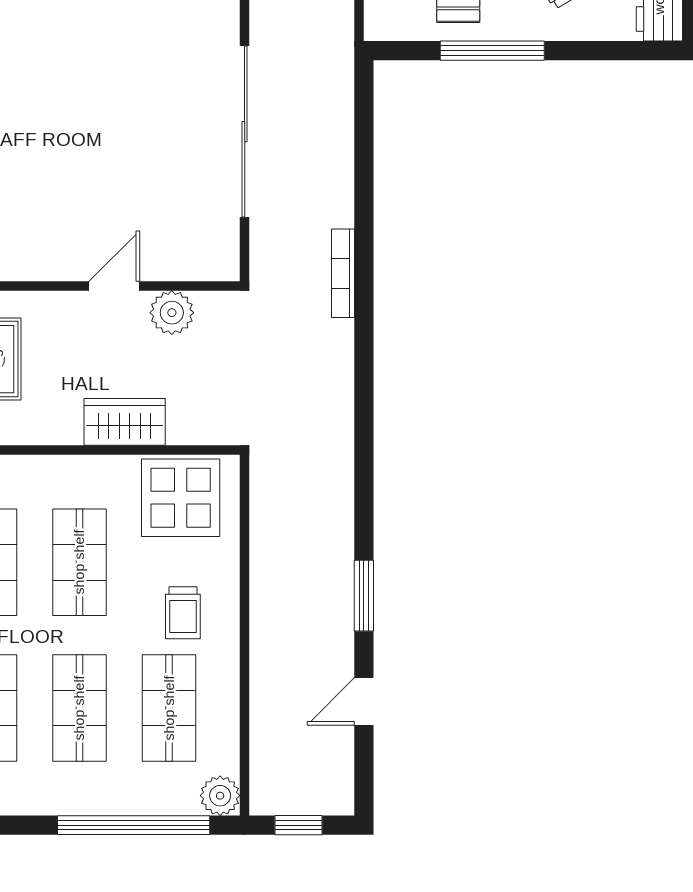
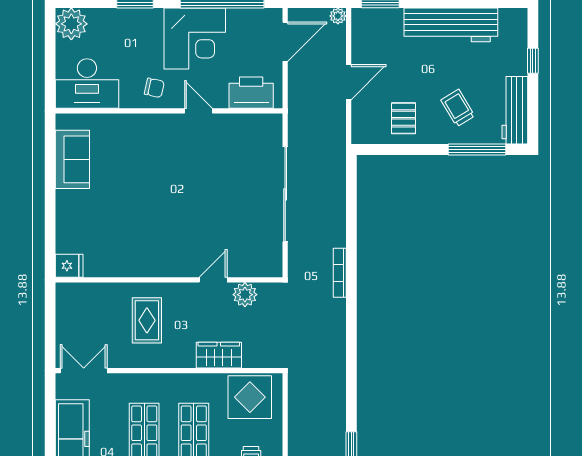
window: (492, 51) -> (477, 150), moved

